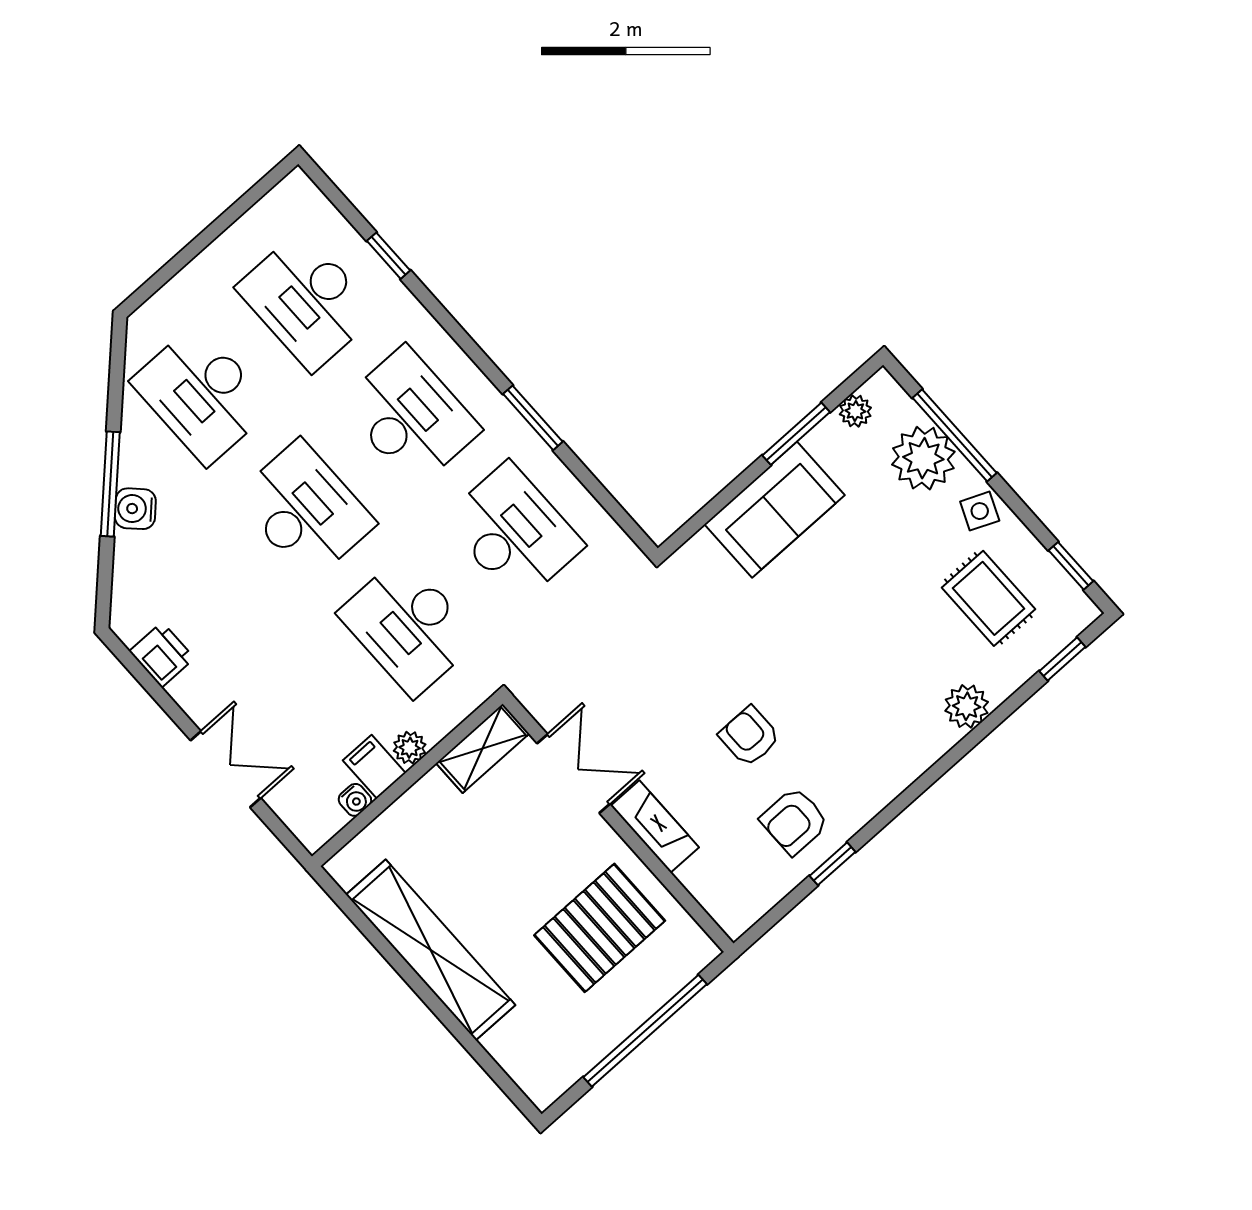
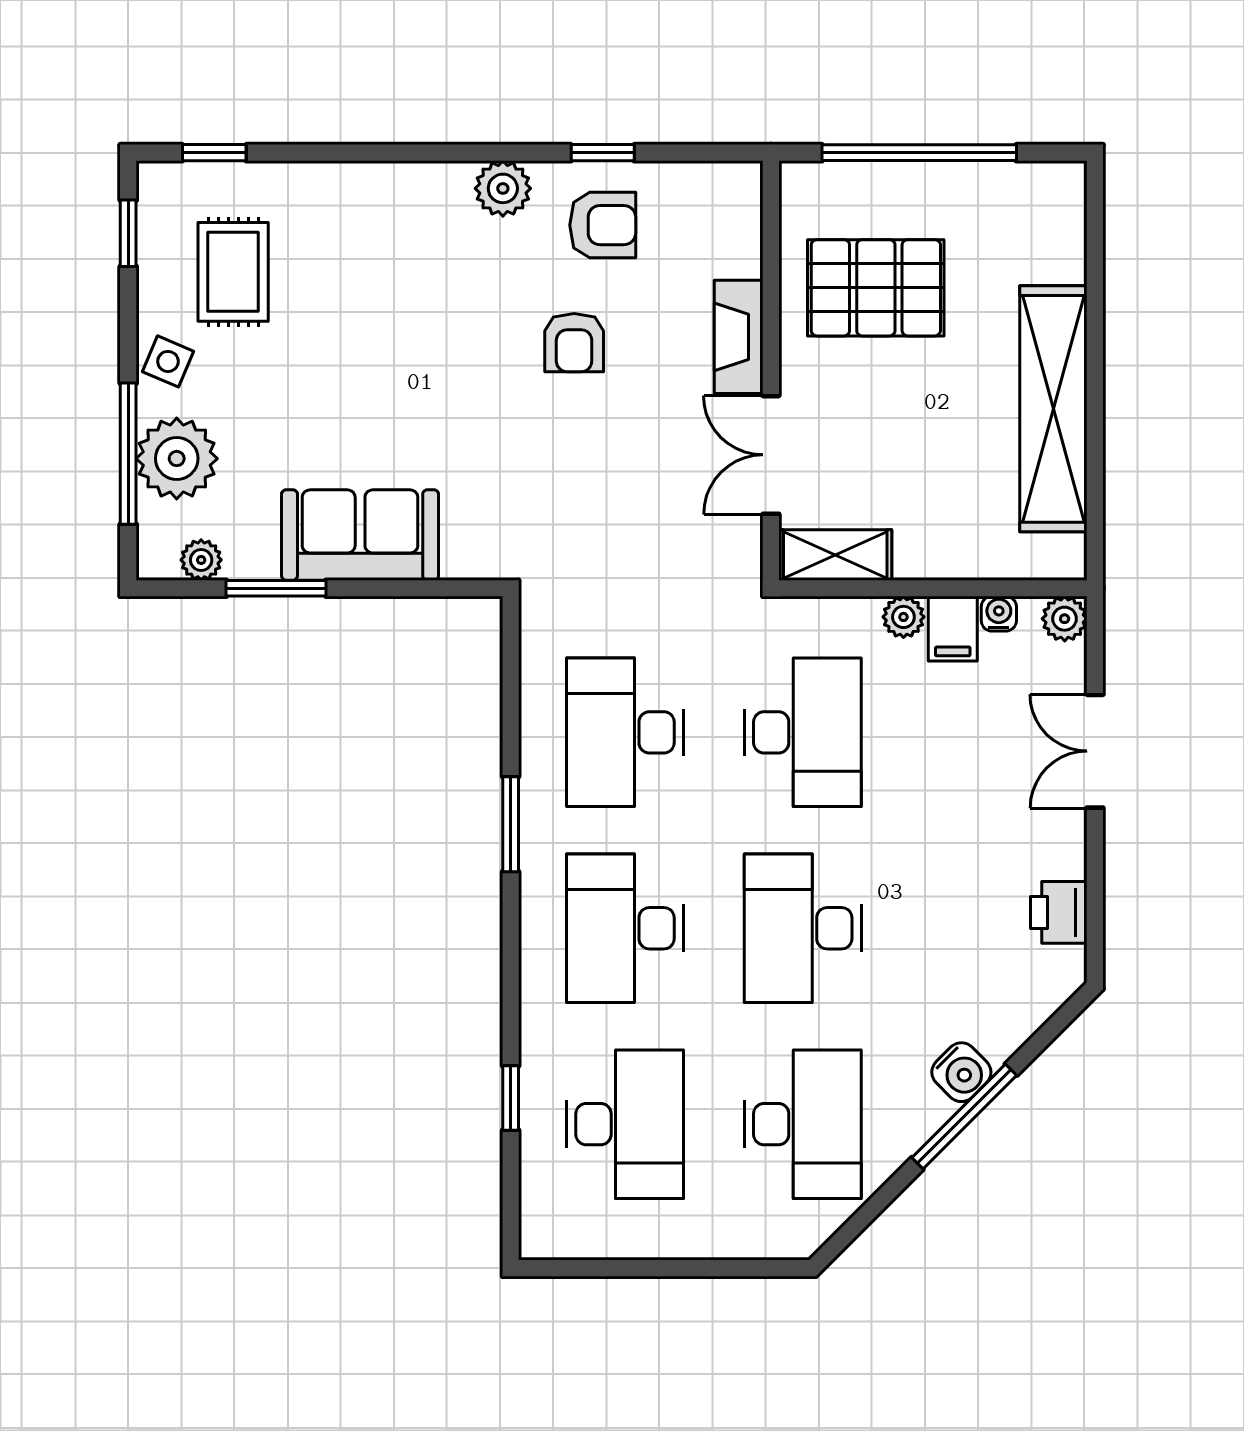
plant: (967, 706) -> (503, 188), moved
plant: (313, 832) -> (1065, 619), added

